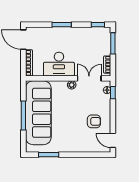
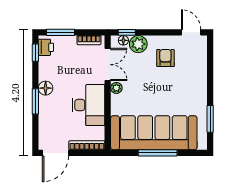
floor lamp: (72, 32) -> (46, 88), added
printer: (102, 32) -> (46, 47), added
double door: (89, 78) -> (108, 65), swing flipped
plant: (104, 101) -> (138, 44), added
door: (113, 140) -> (191, 32), swing flipped

